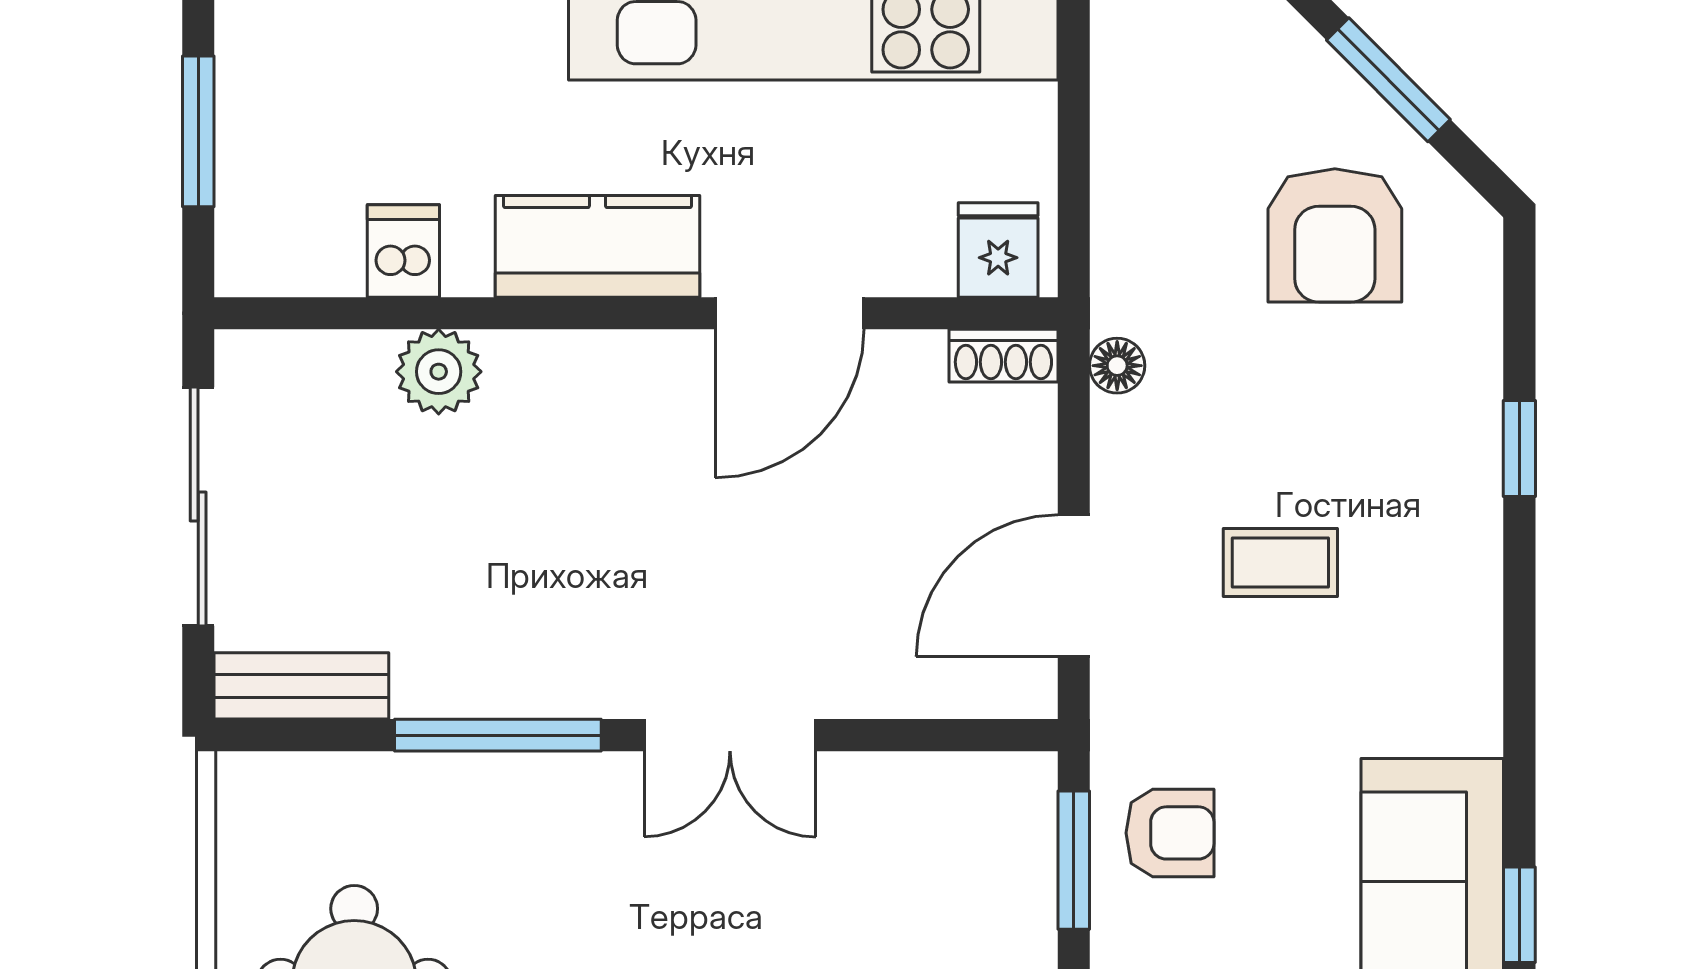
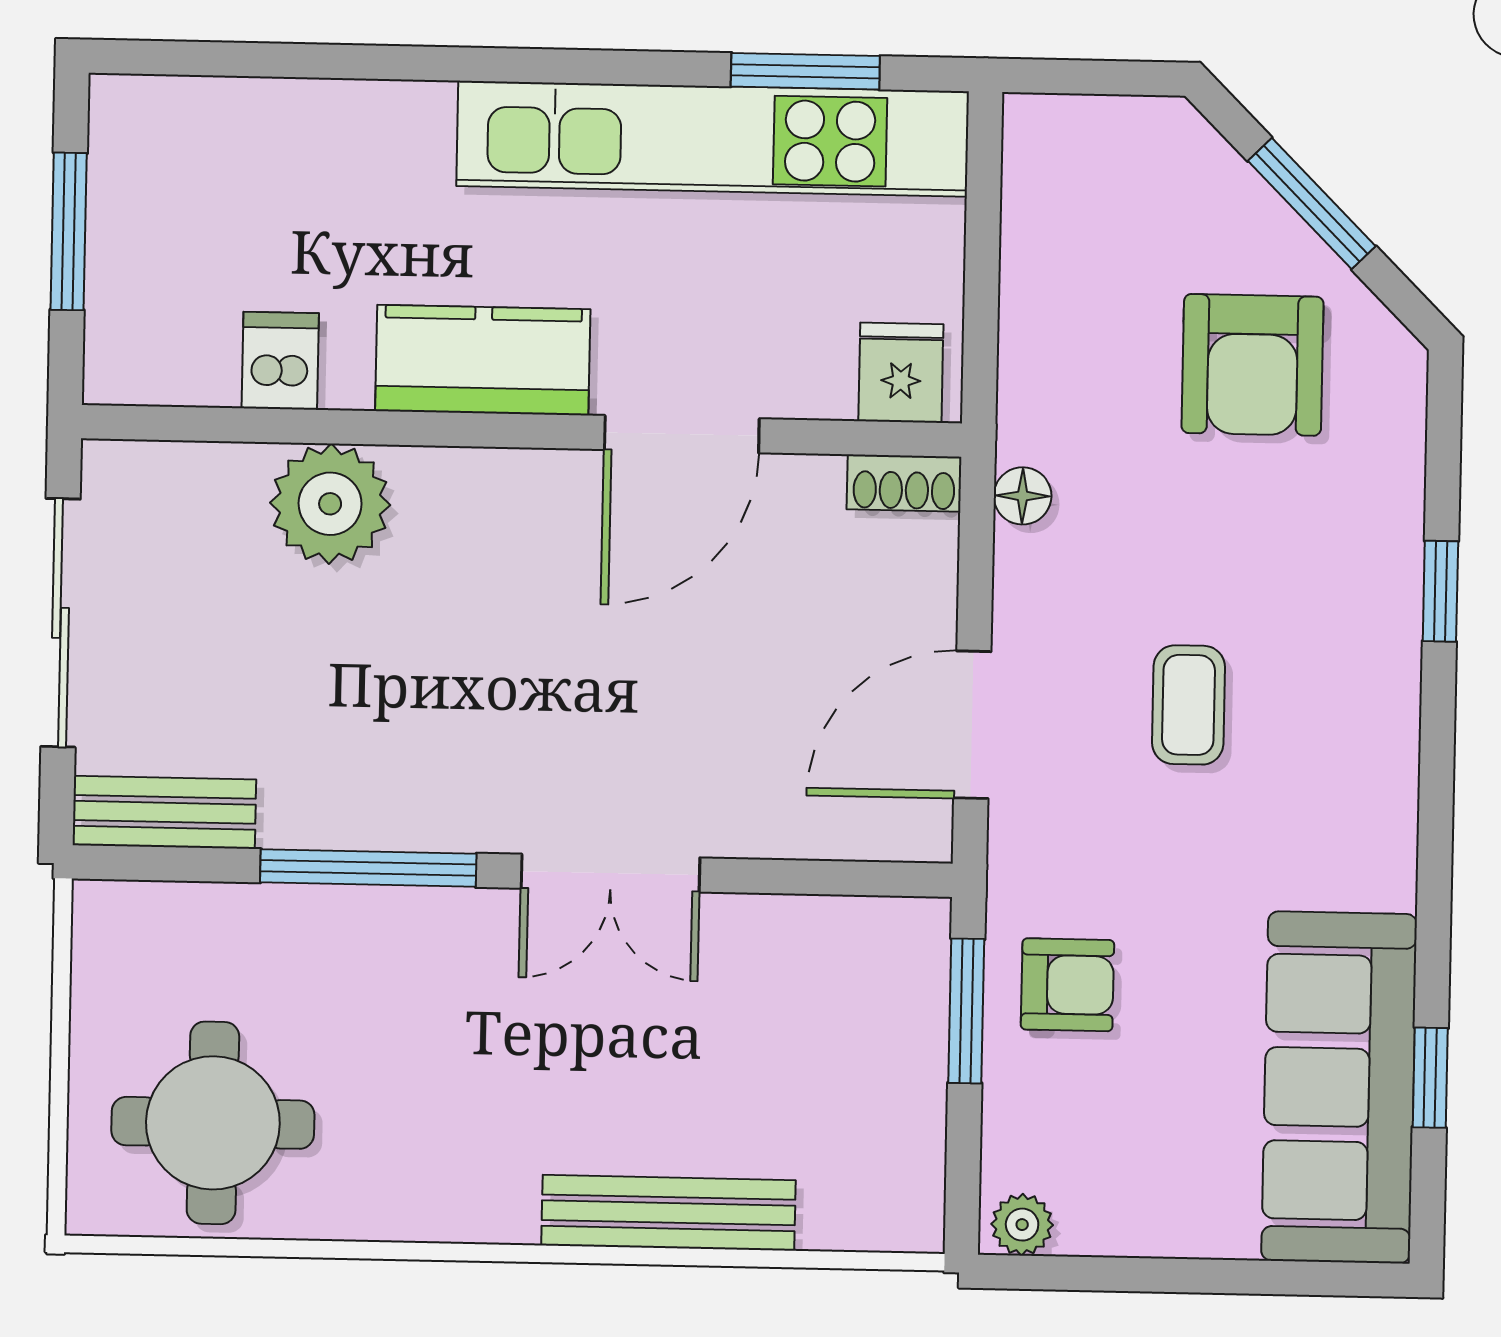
plant: (439, 372) -> (330, 504), width x1.36, depth x1.36
coffee table: (1280, 562) -> (1188, 705), turned 90

